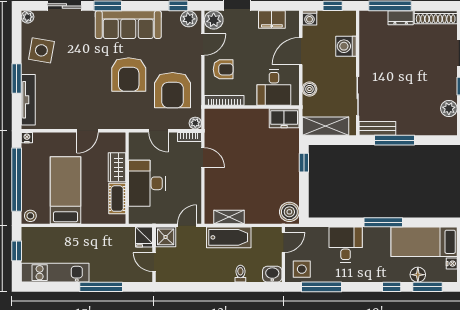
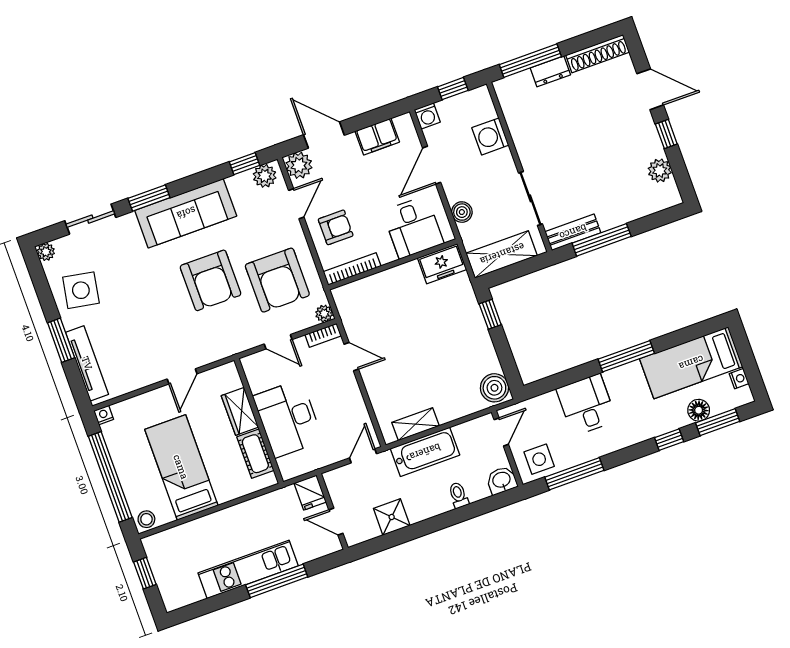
shower: (166, 237) -> (392, 517), moved
kitchen unit: (55, 273) -> (248, 569), moved

